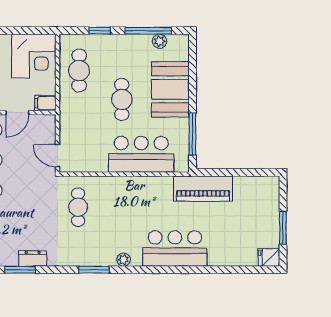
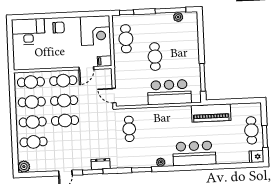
window: (100, 31) -> (127, 12), moved
booth: (170, 89) -> (187, 49), removed
cafe table: (263, 217) -> (251, 130), added

